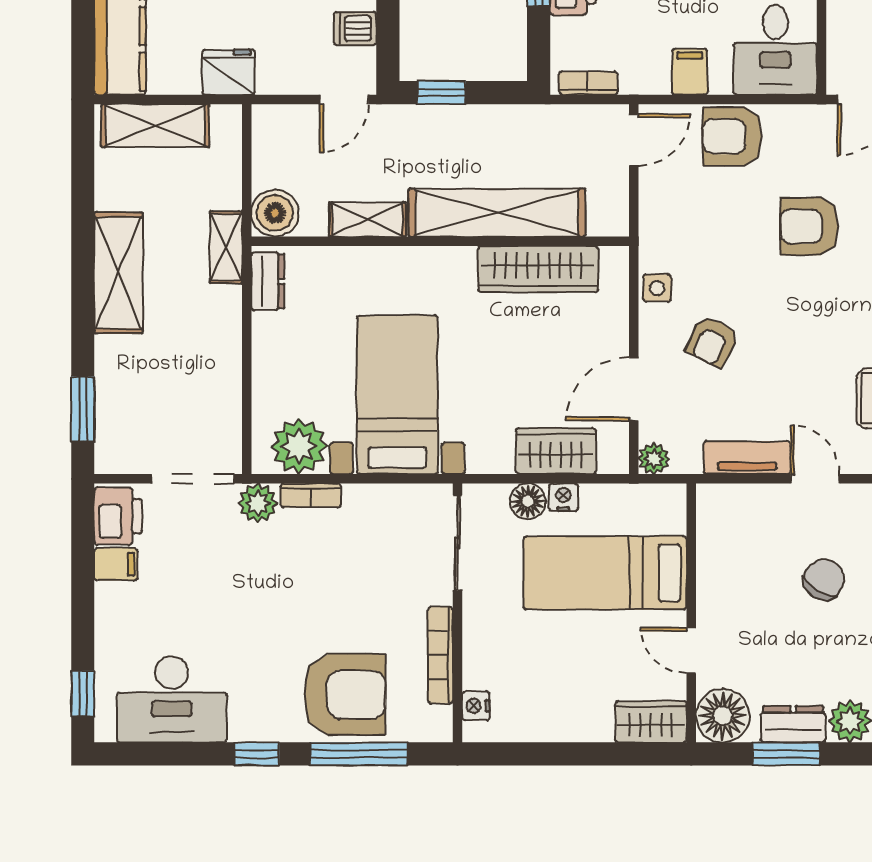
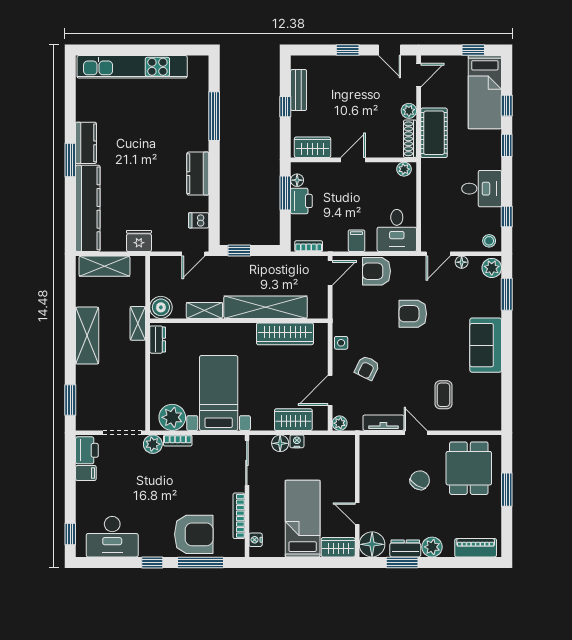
bed: (605, 573) -> (303, 519), moved, turned 90

